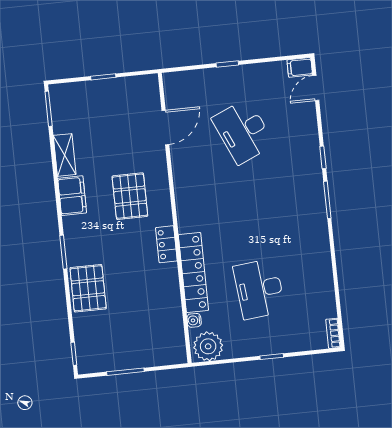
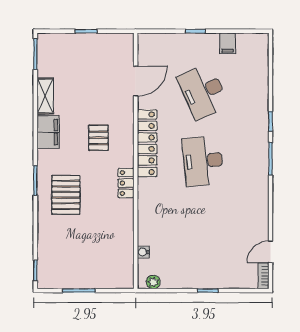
filing cabinet: (300, 67) -> (228, 43), moved, turned -90
door: (316, 88) -> (270, 252), moved
pallet: (130, 196) -> (98, 138), width x0.67, depth x0.71
locker: (193, 272) -> (147, 143), moved
pallet: (88, 288) -> (66, 195), moved
desk: (259, 289) -> (203, 161), moved
plant: (208, 346) -> (153, 282), width x0.53, depth x0.53

